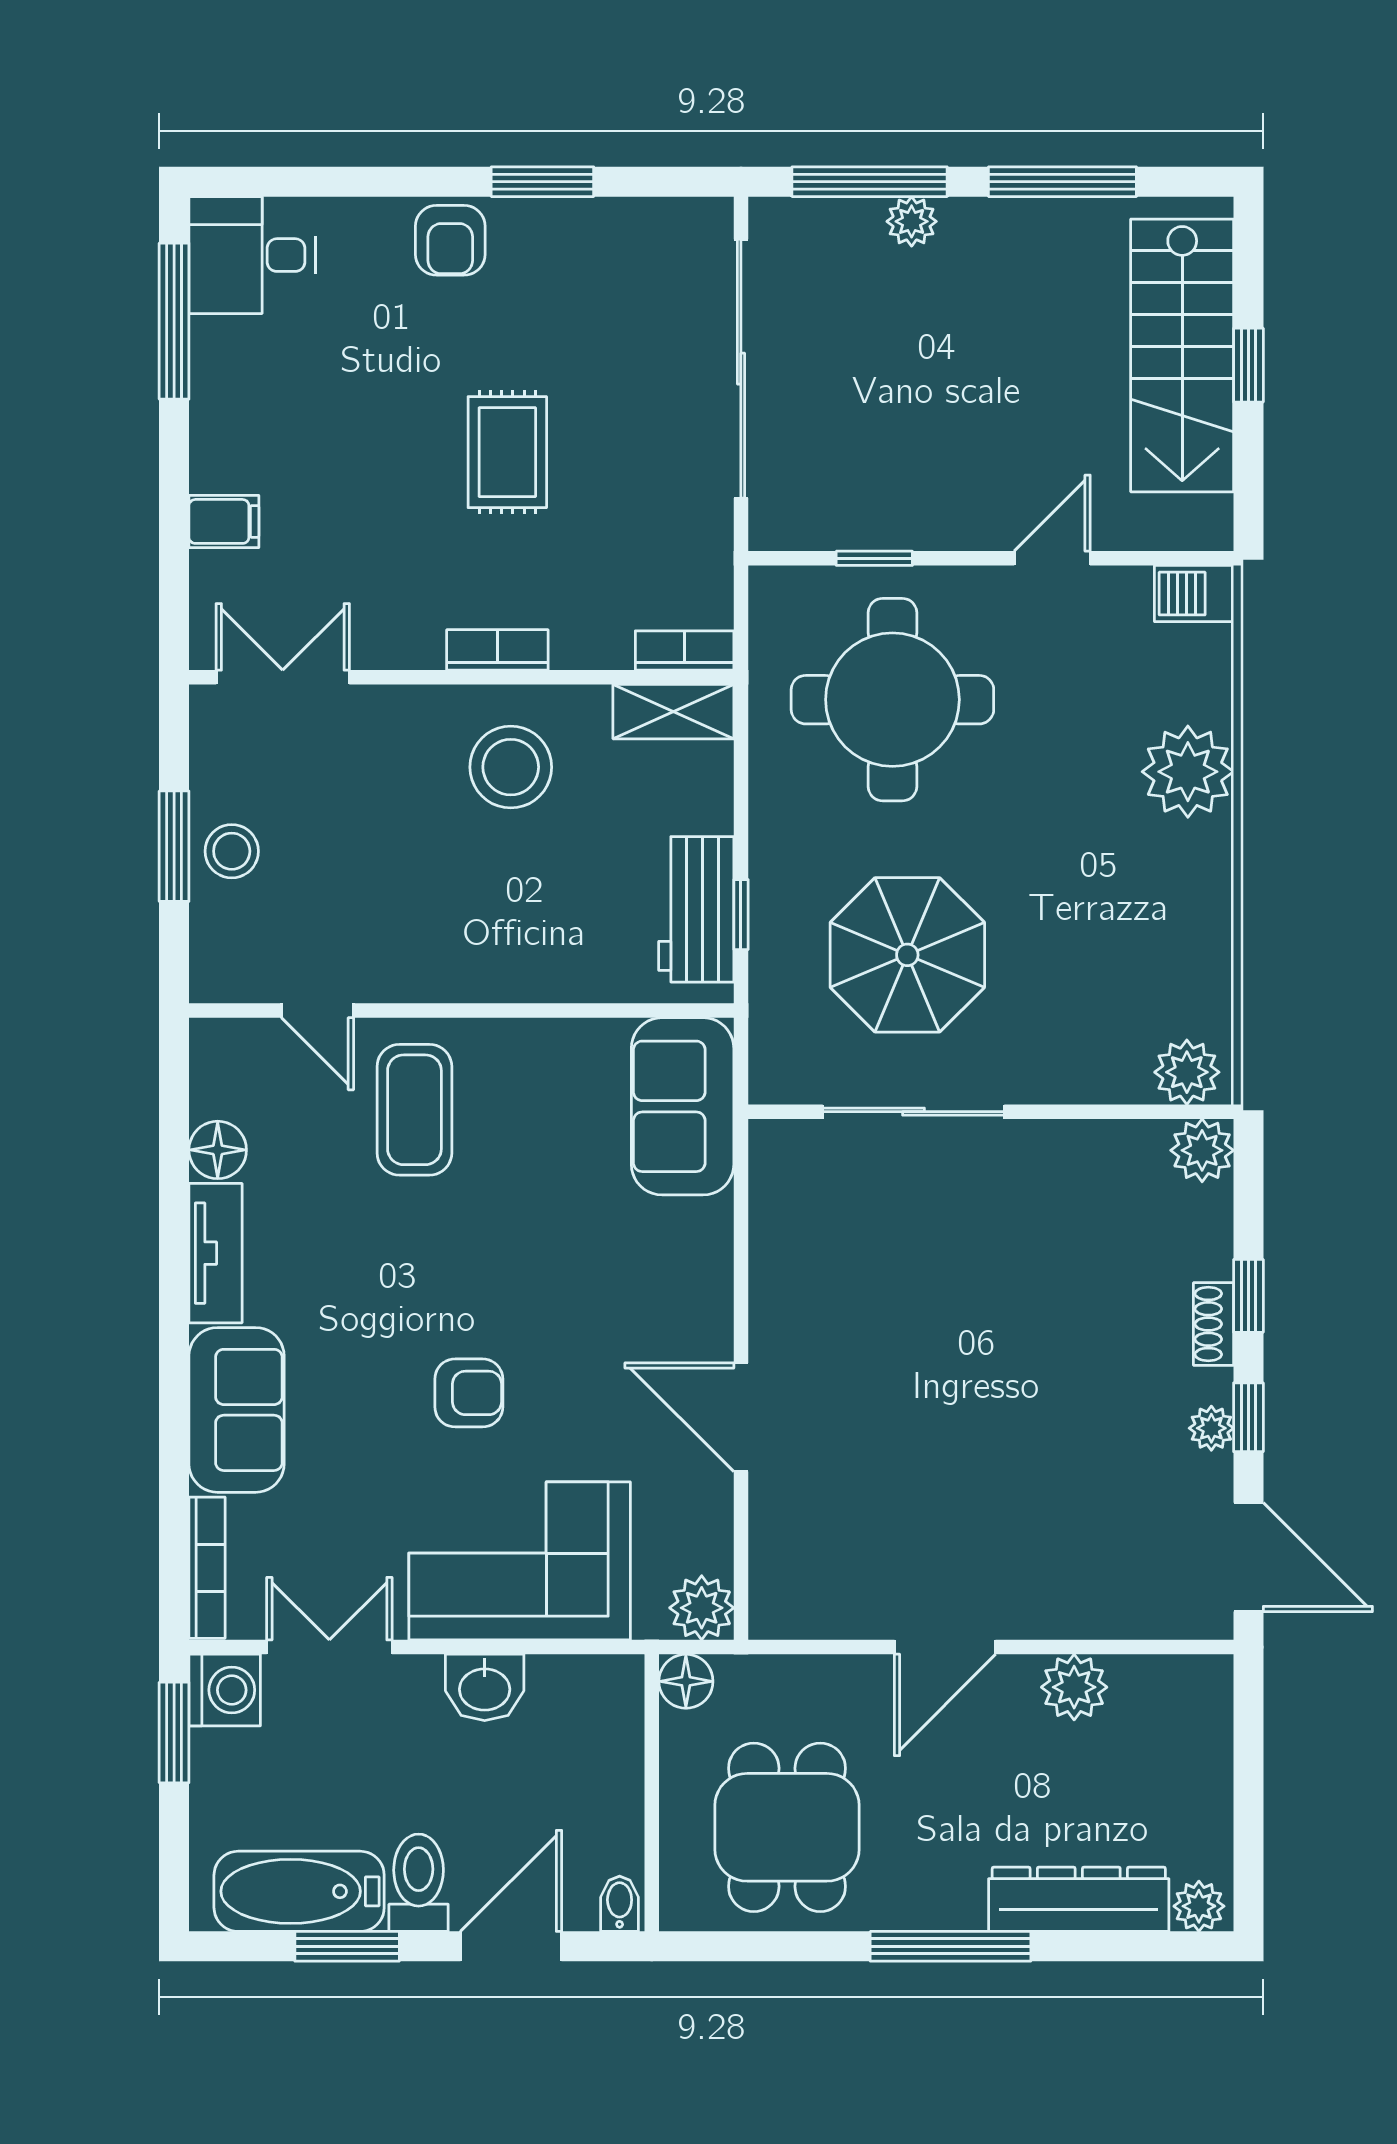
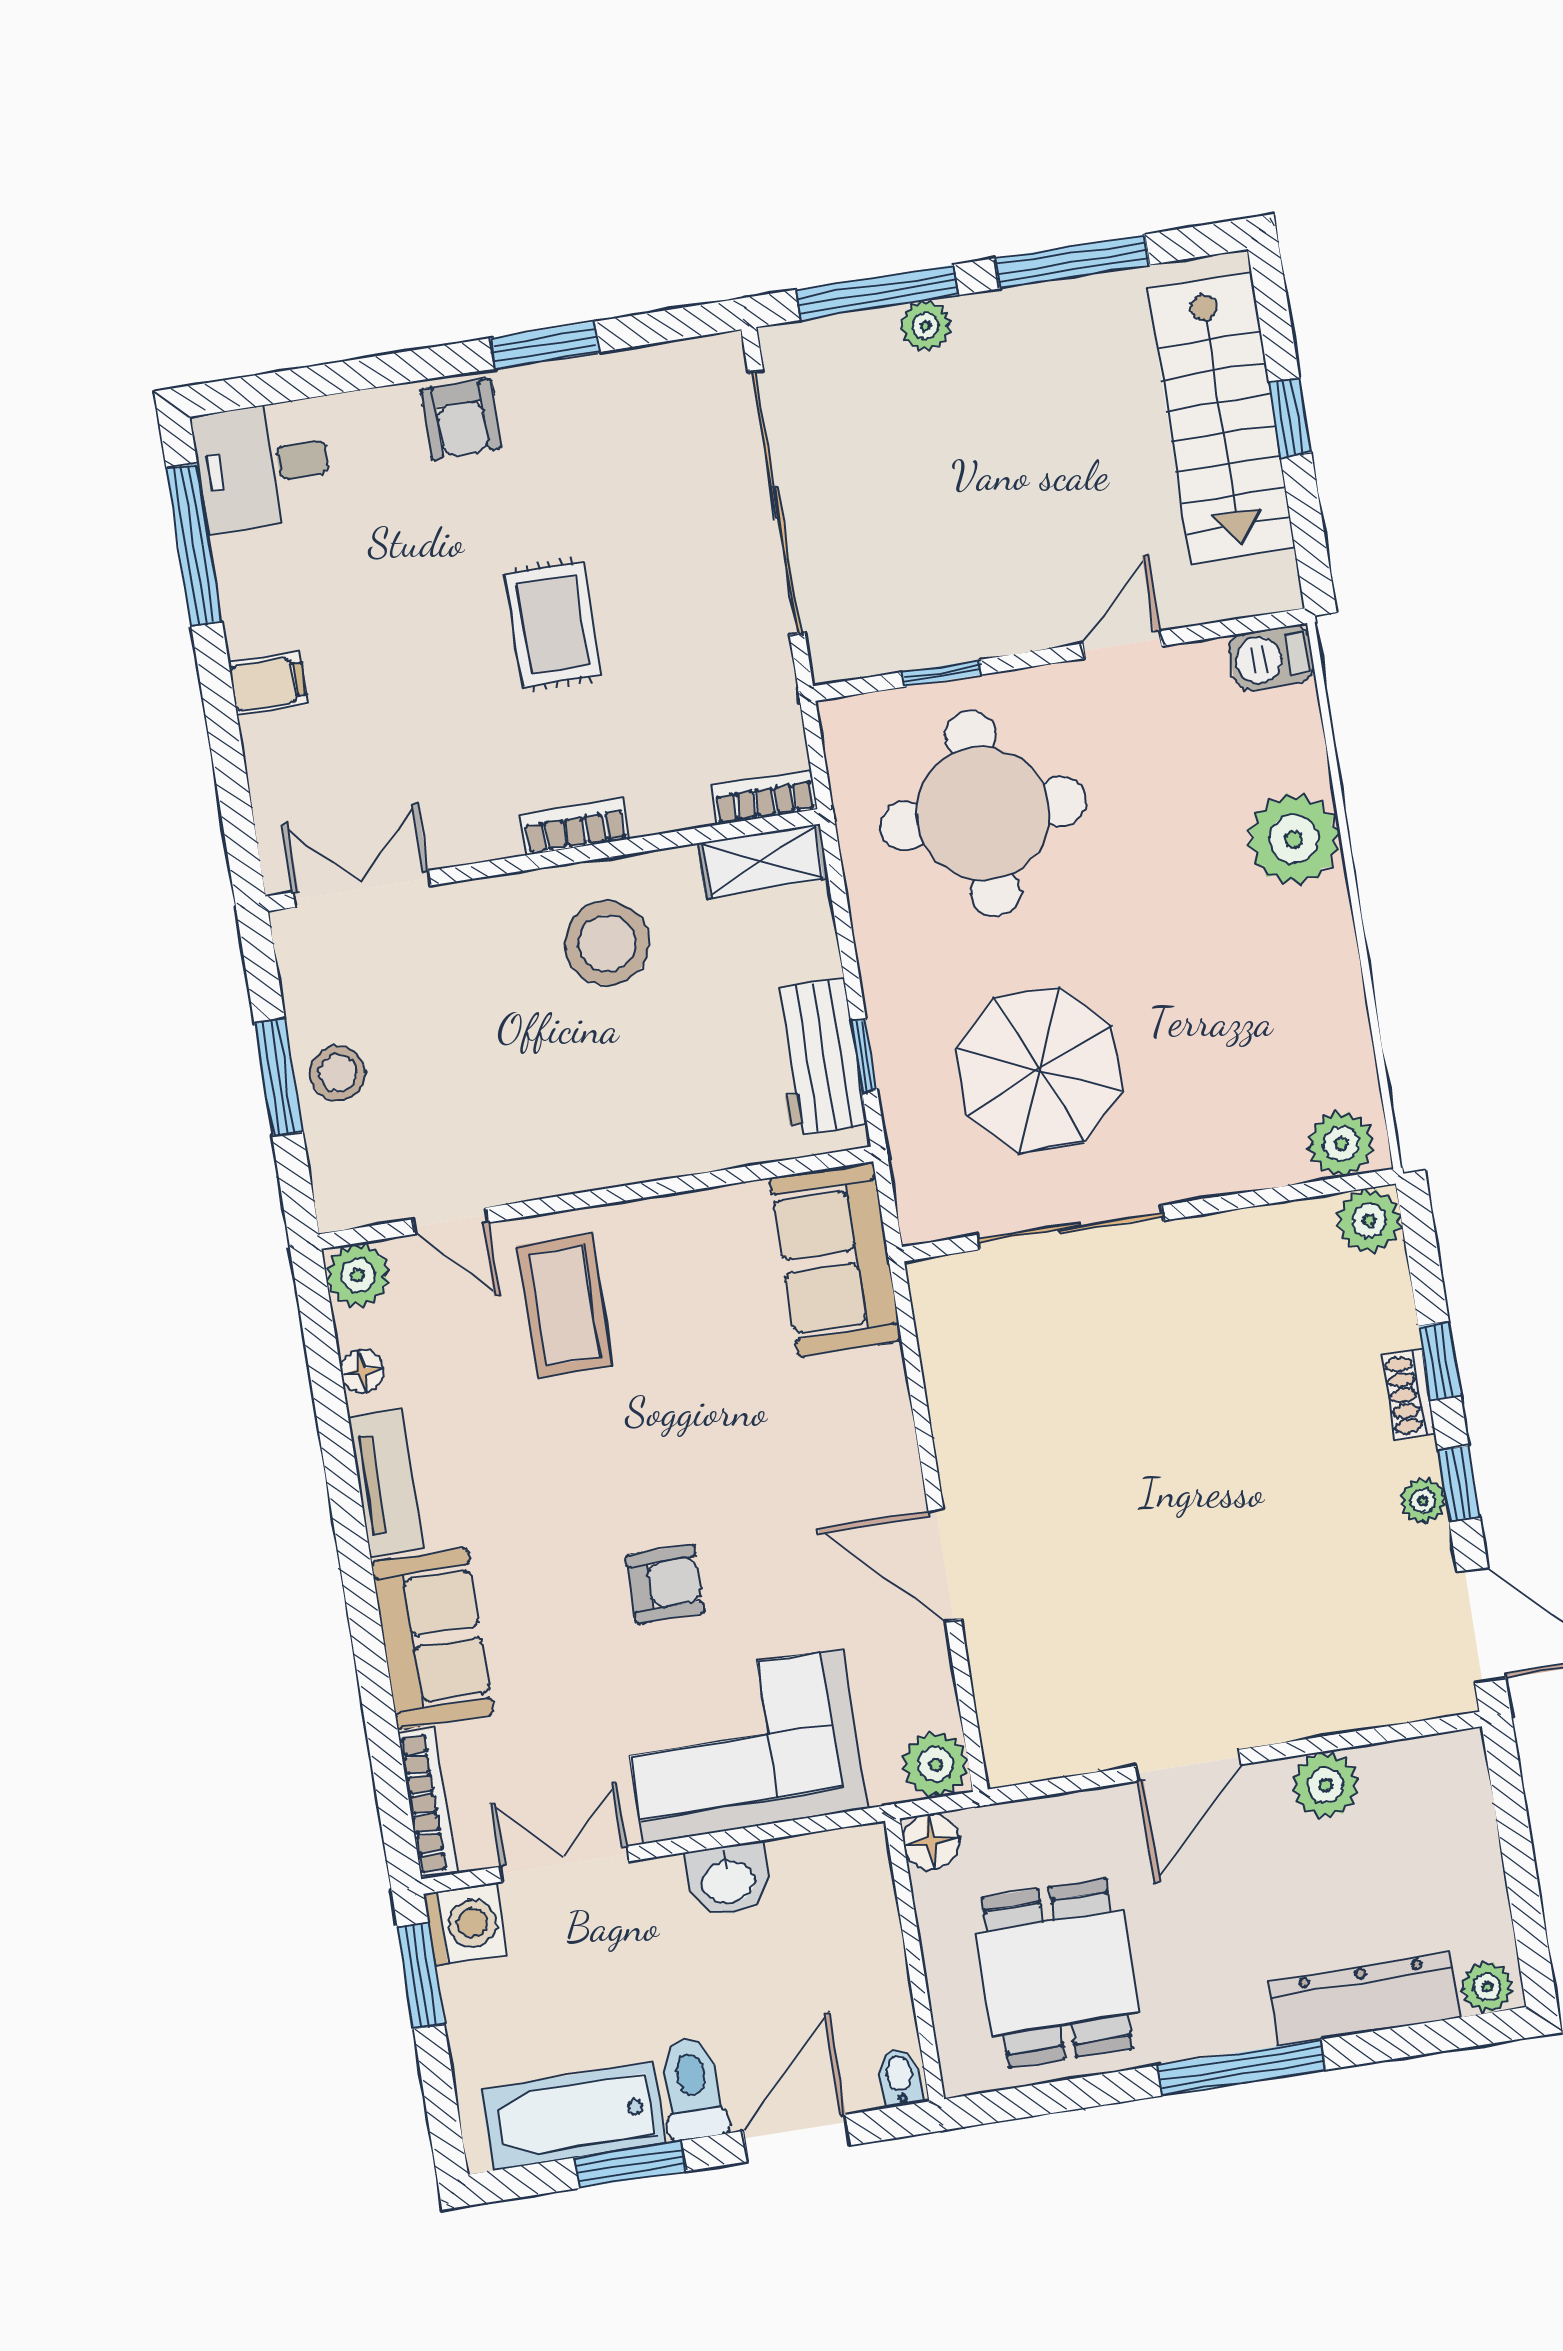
filing cabinet: (224, 521) -> (268, 684), moved
plant: (220, 1049) -> (358, 1275), added
floor lamp: (218, 1150) -> (362, 1372), width x0.73, depth x0.73

